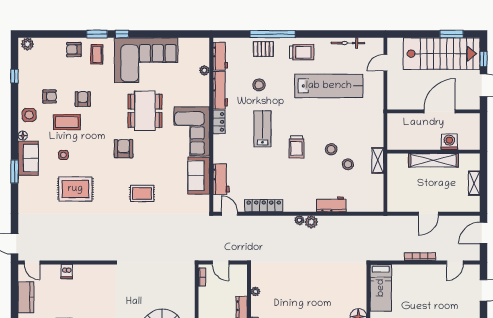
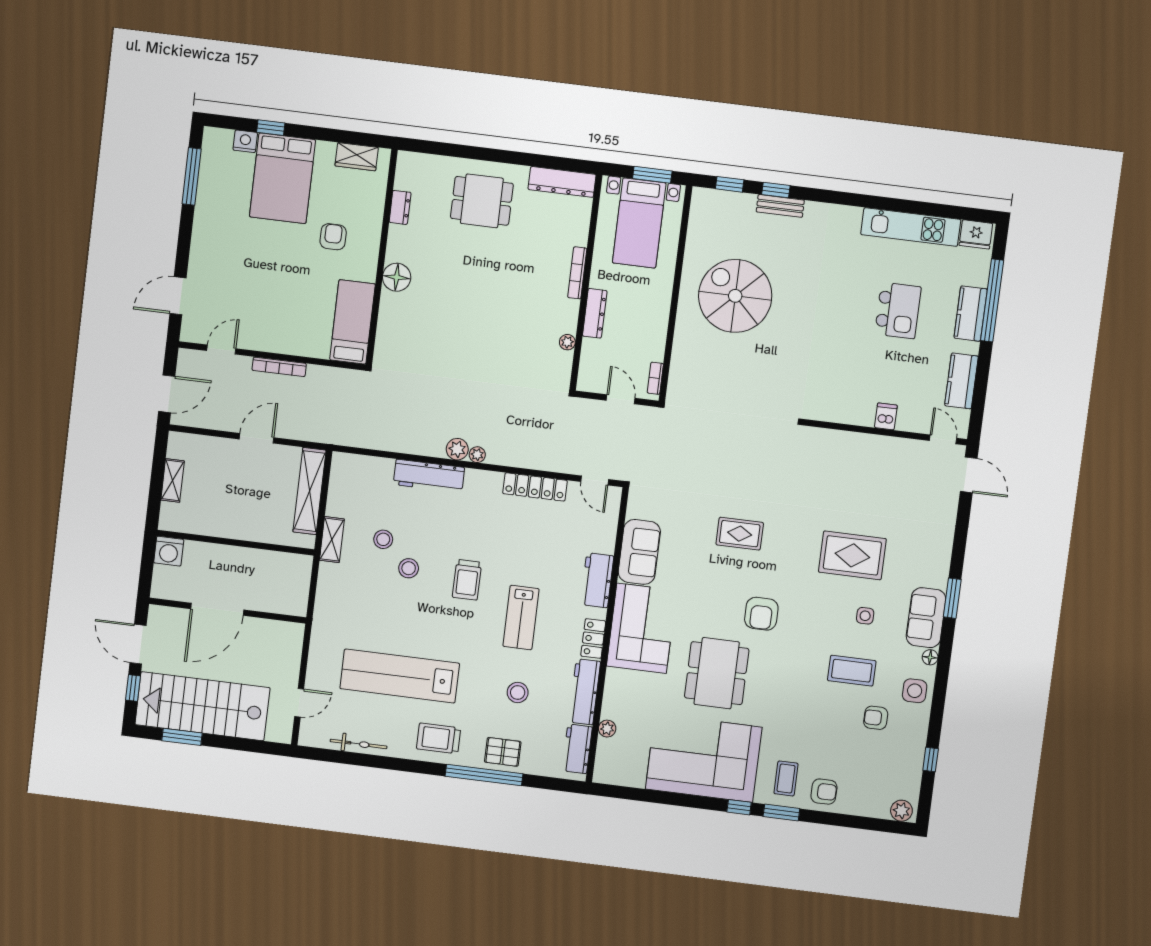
armchair: (83, 99) -> (820, 706), removed
washing machine: (449, 142) -> (169, 551), moved
trolley: (296, 147) -> (467, 580), turned 180
shelving: (433, 160) -> (310, 491), moved, turned 90
workbench: (221, 179) -> (597, 580), moved
workbench: (331, 204) -> (429, 476), width x1.38

